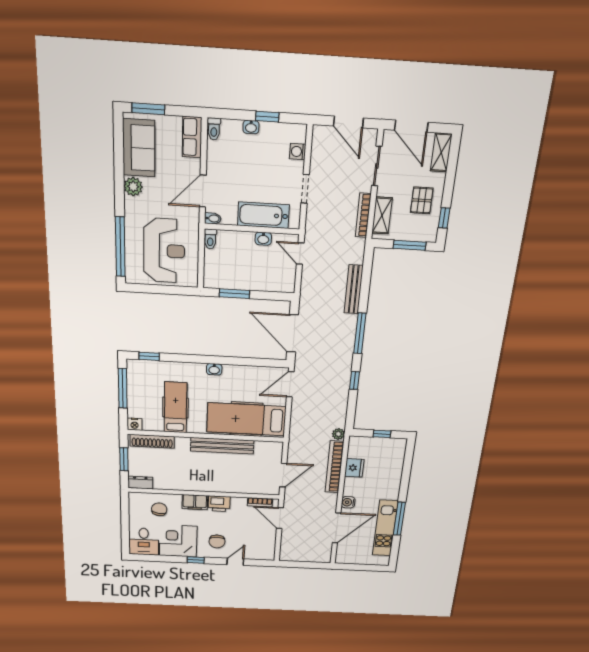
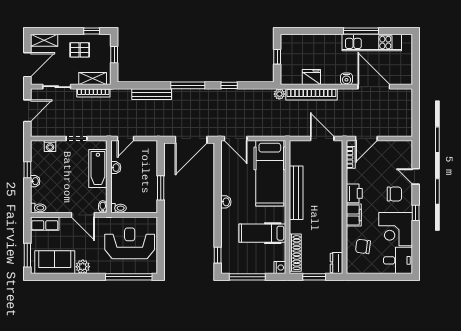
window: (410, 245) -> (114, 55), width x0.67

